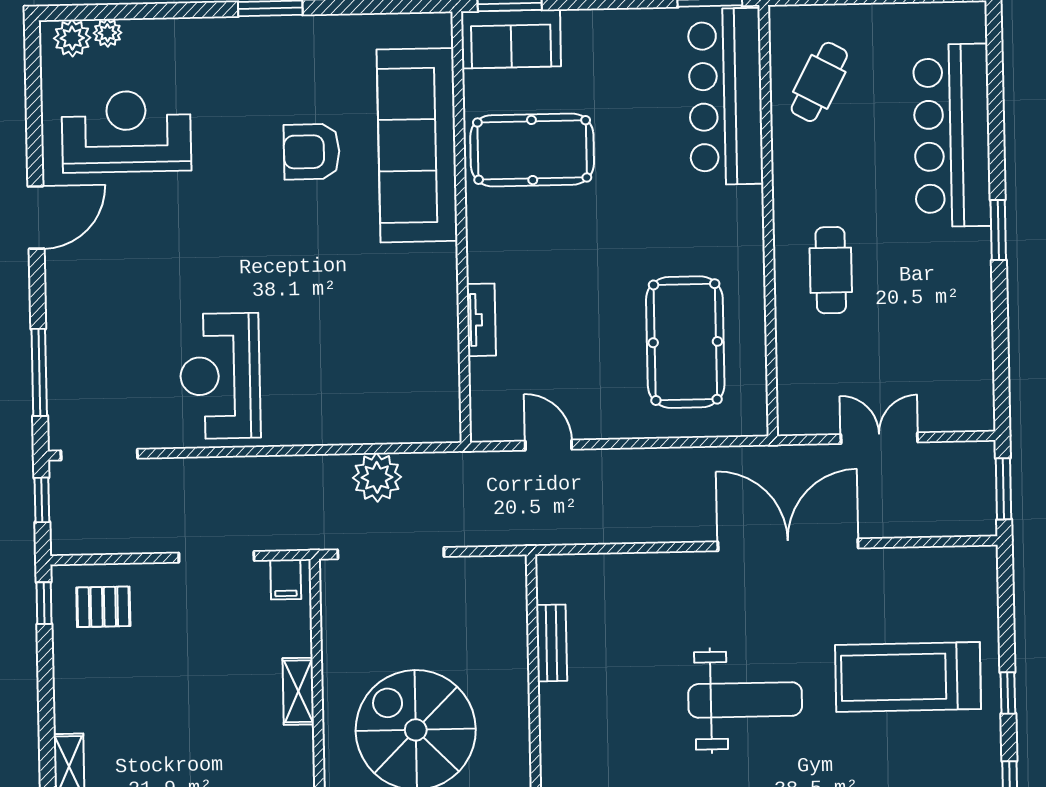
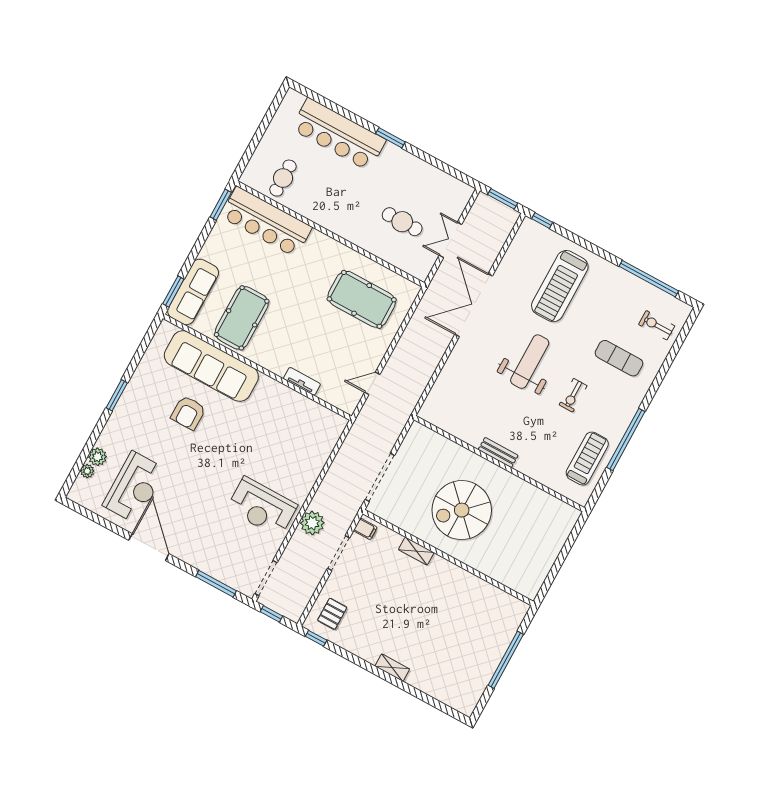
plant: (72, 38) -> (98, 457), moved
sofa: (511, 39) -> (193, 292), width x1.36
cafe table: (819, 82) -> (283, 178), turned 62
reception desk: (126, 132) -> (134, 487), turned 180
door: (36, 218) -> (149, 547), width x1.36
cafe table: (831, 270) -> (402, 222), moved
plant: (377, 477) -> (312, 523), moved
bench: (552, 643) -> (498, 453), moved
window: (1008, 693) -> (542, 220), moved

